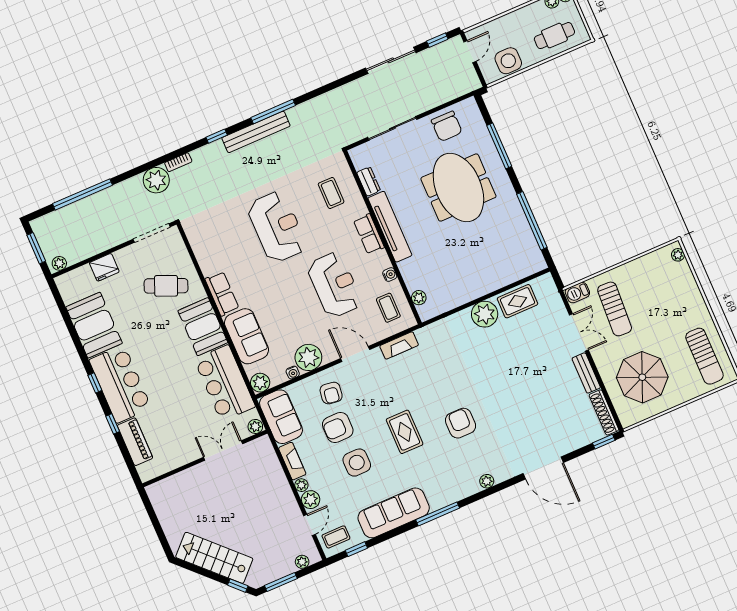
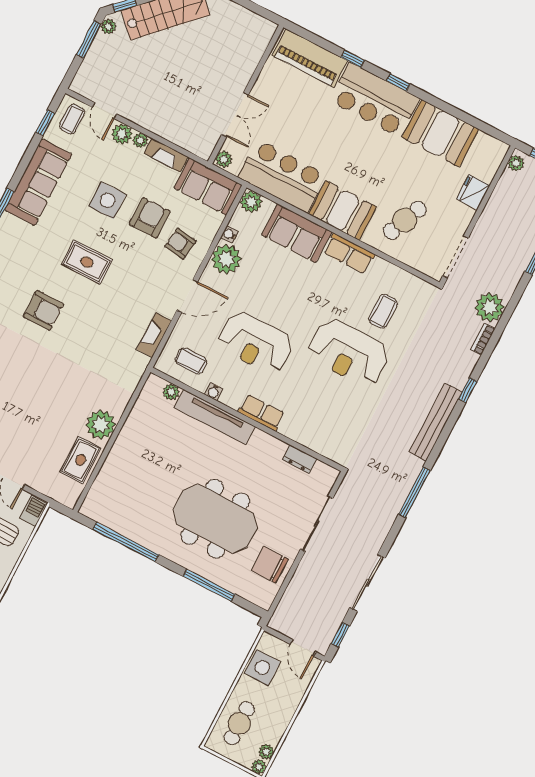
window: (273, 111) -> (414, 492), moved
coffee table: (331, 193) -> (383, 311), moved, turned 90
tv unit: (390, 227) -> (215, 417), moved
piano: (135, 442) -> (310, 58), width x1.37, depth x1.33
plant: (302, 562) -> (108, 27), moved

